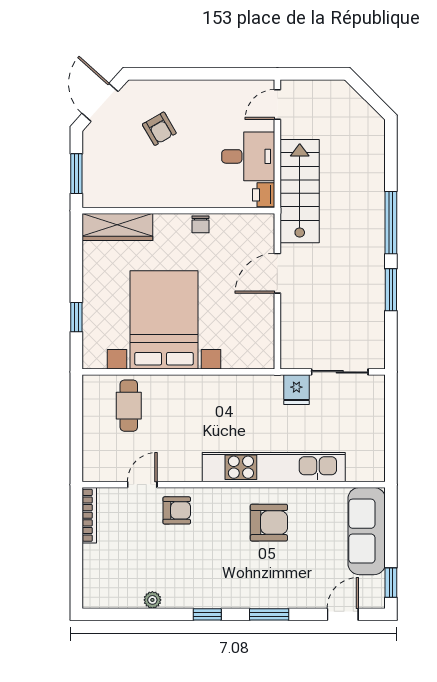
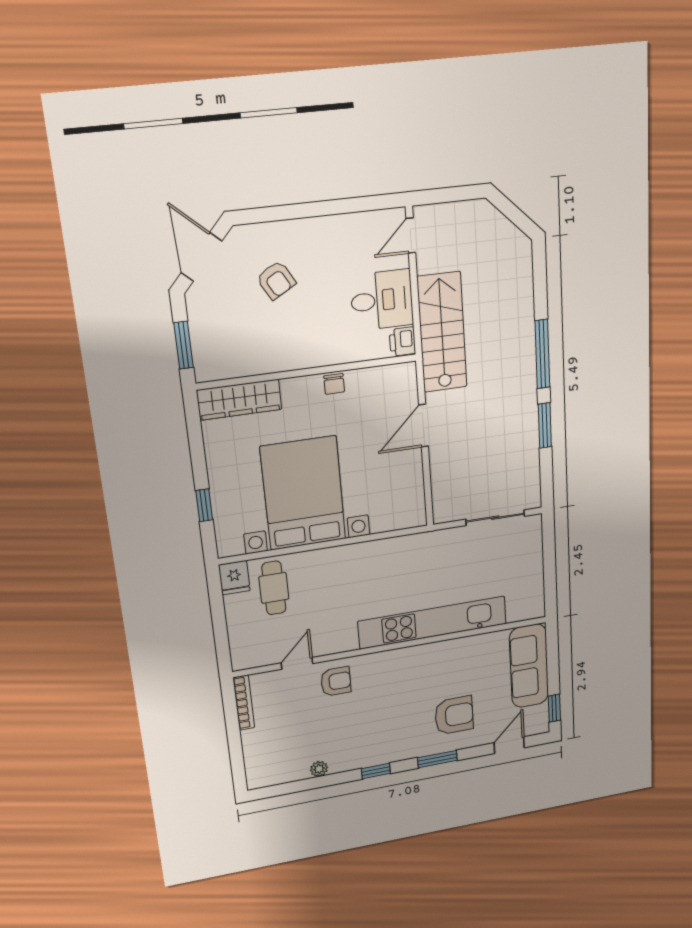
fridge: (296, 390) -> (234, 578), moved
armchair: (269, 523) -> (454, 715), moved

